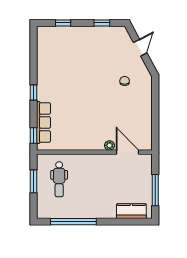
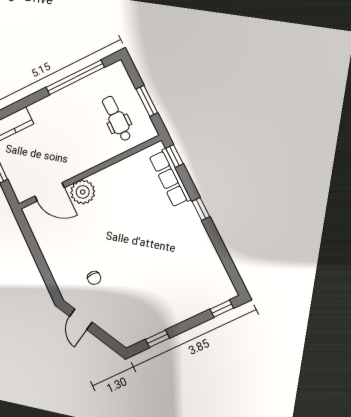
window: (63, 23) -> (222, 309), moved
door: (140, 48) -> (81, 319), moved
plant: (109, 145) -> (83, 192), width x1.88, depth x1.88

